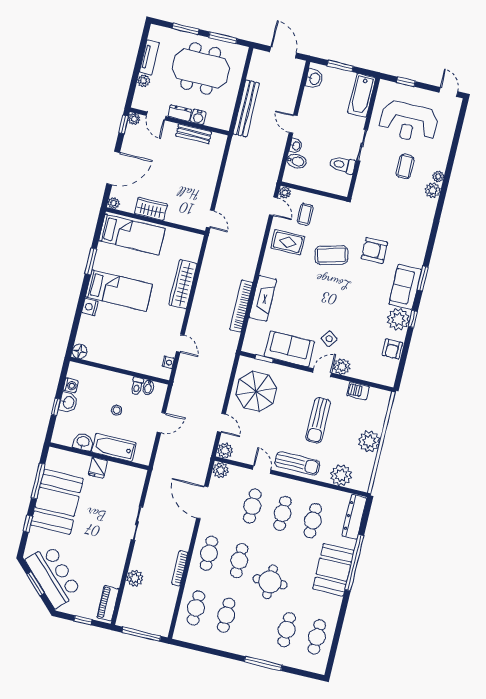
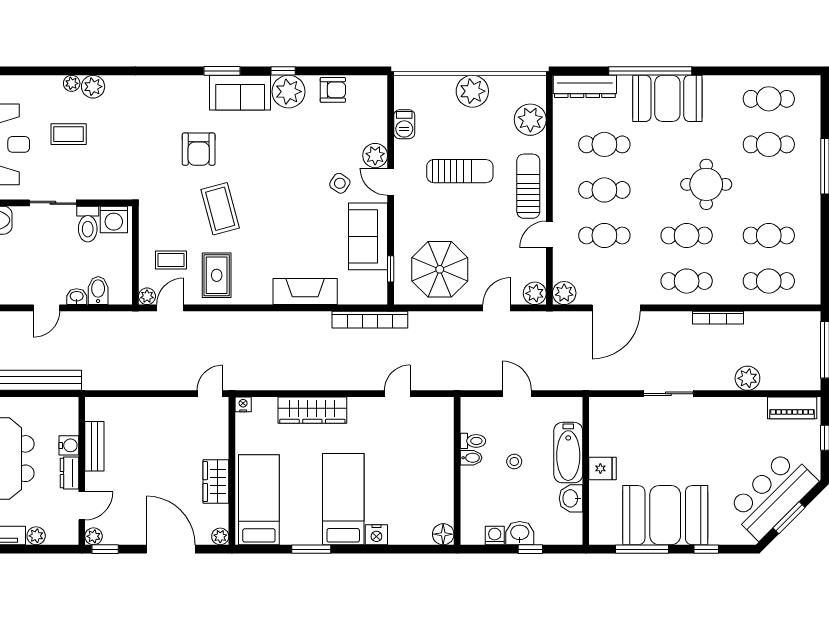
washing machine: (341, 183) -> (114, 219), added
bookcase: (241, 306) -> (370, 320), moved
nightstand: (168, 362) -> (243, 404), moved
bidet: (148, 387) -> (471, 458), moved

